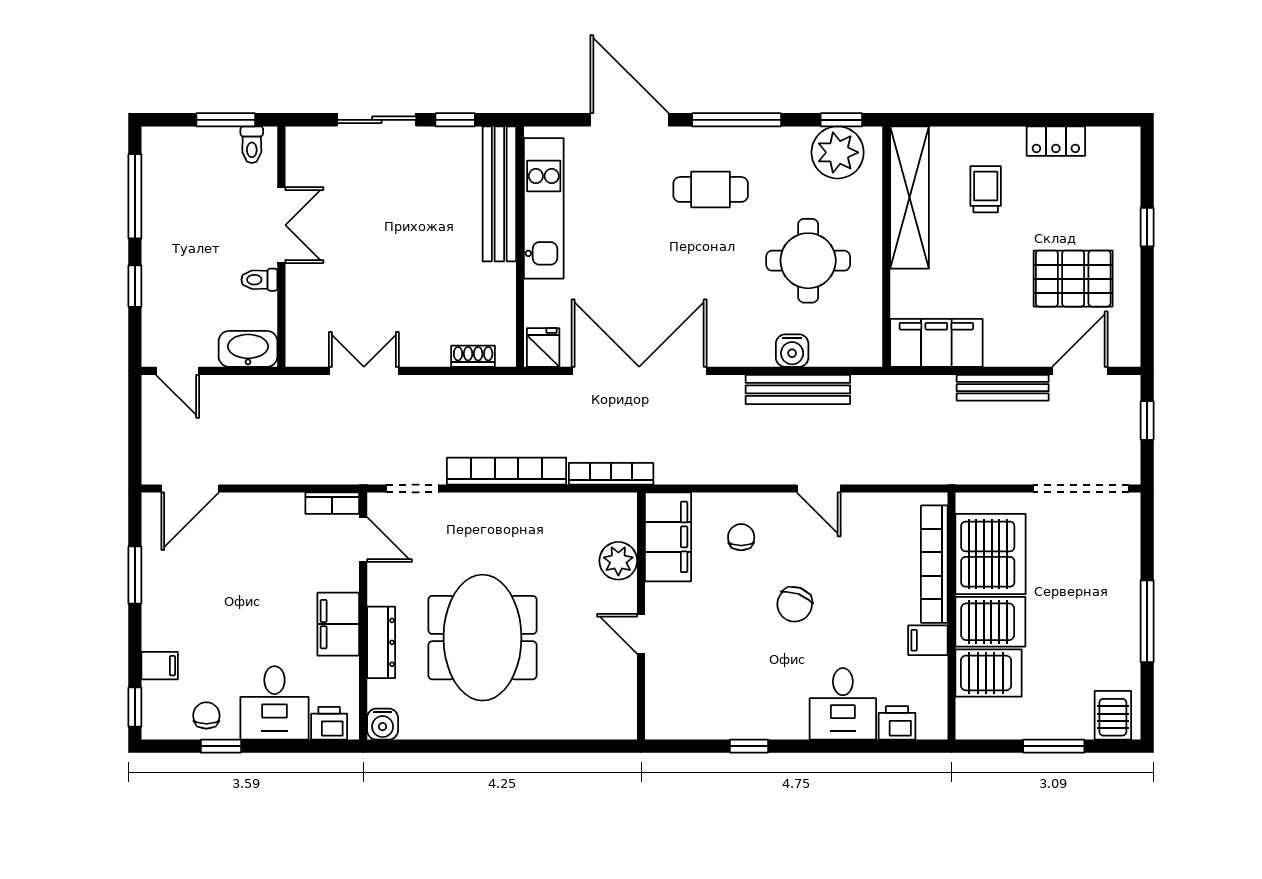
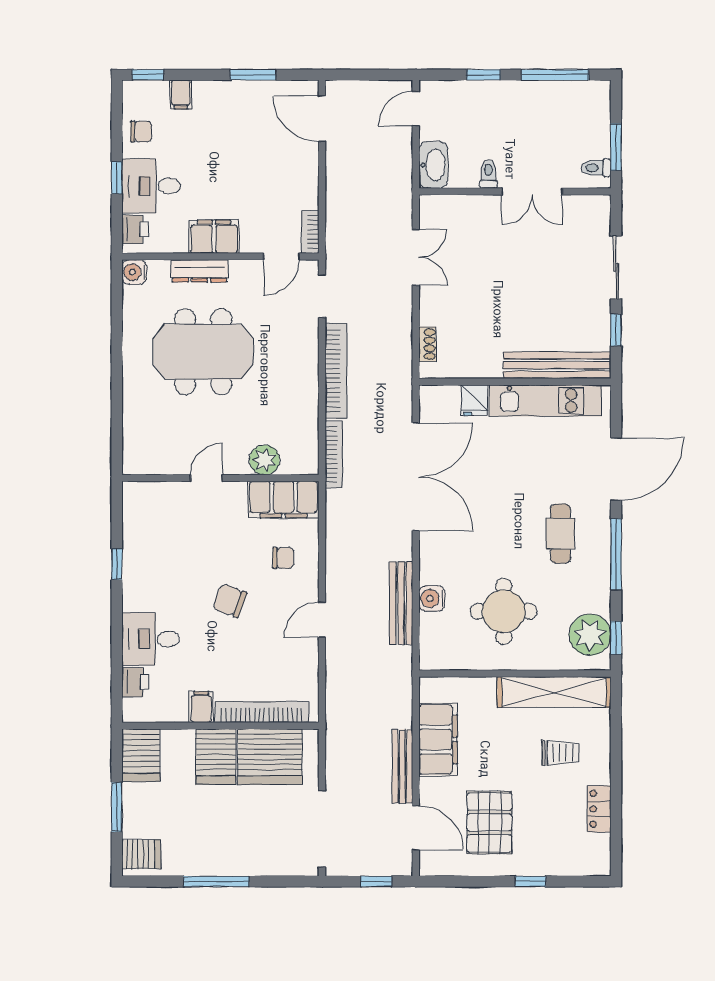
filing cabinet: (936, 343) -> (438, 739), moved
fridge: (543, 348) -> (474, 400), moved, turned 90
server rack: (989, 673) -> (141, 755), moved
window: (221, 746) -> (117, 178), moved

